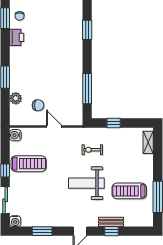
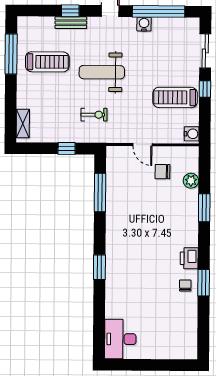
weight bench: (86, 183) -> (102, 72), turned 180
water cooler: (15, 221) -> (144, 24), moved
window: (42, 231) -> (159, 11), width x2.11

